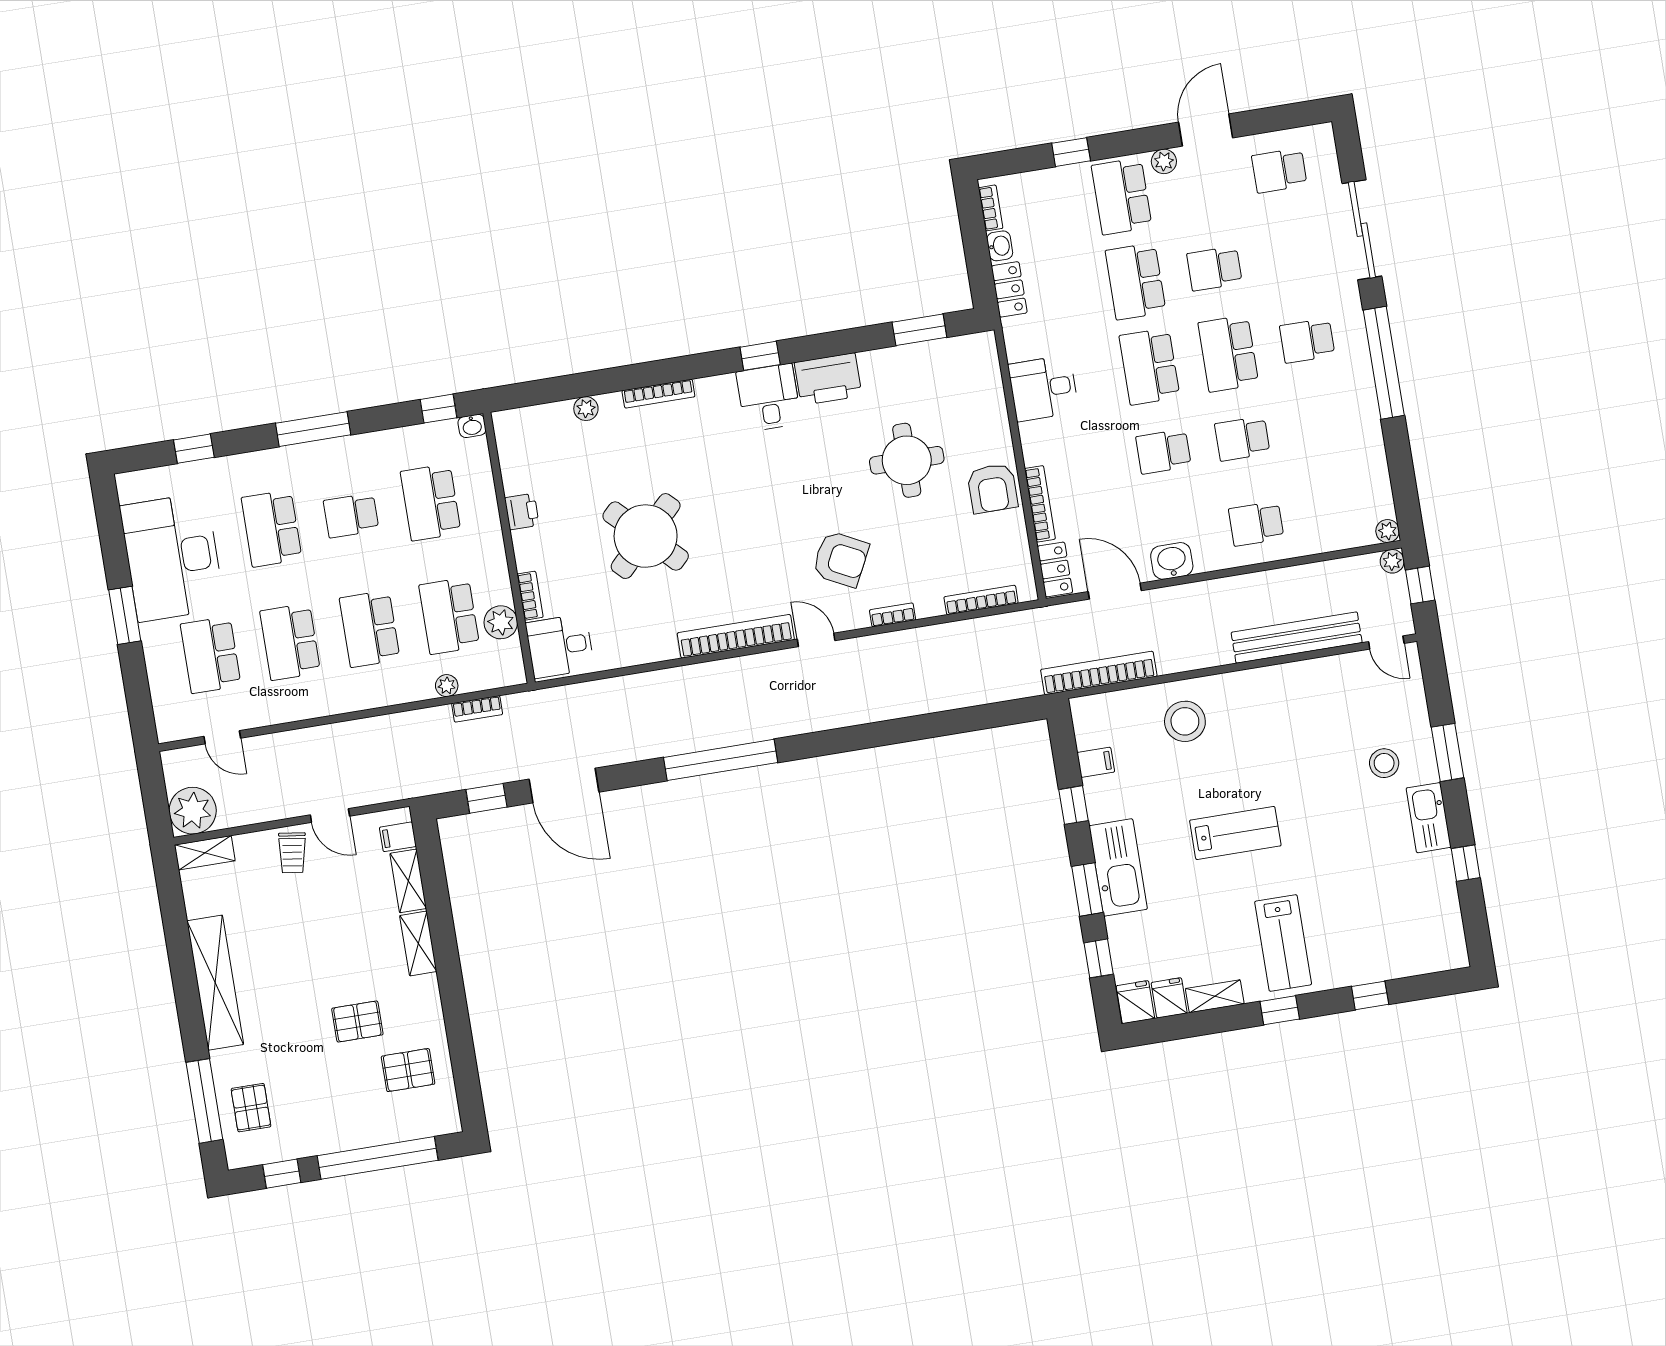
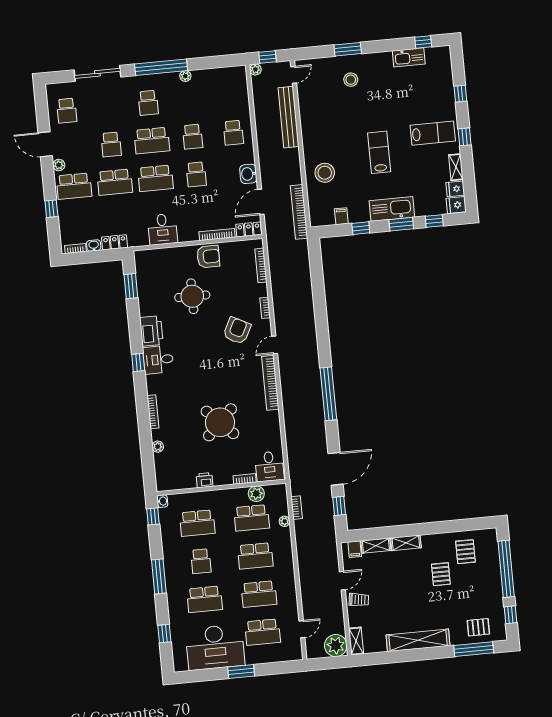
plant: (1388, 531) -> (185, 76), moved
kitchen sink: (1429, 818) -> (409, 57), moved
window: (1466, 863) -> (423, 42), moved

